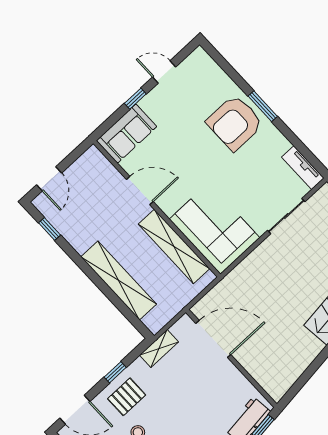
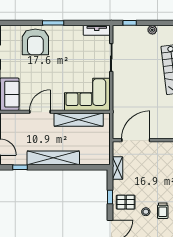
armchair: (235, 123) -> (35, 42), moved
shelving: (119, 280) -> (53, 158), moved
pallet: (127, 397) -> (126, 202), turned 90

